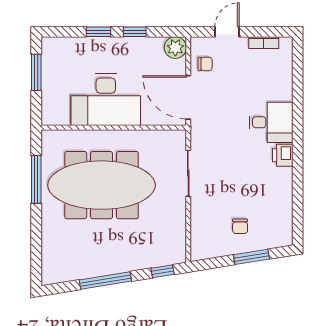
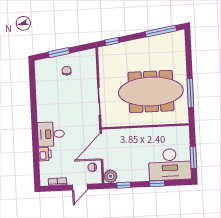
window: (135, 32) -> (124, 185), moved
door: (188, 97) -> (101, 147), swing flipped
desk: (106, 100) -> (170, 164), moved, turned 180
printer: (283, 155) -> (45, 154), moved
window: (105, 281) -> (161, 31), moved

